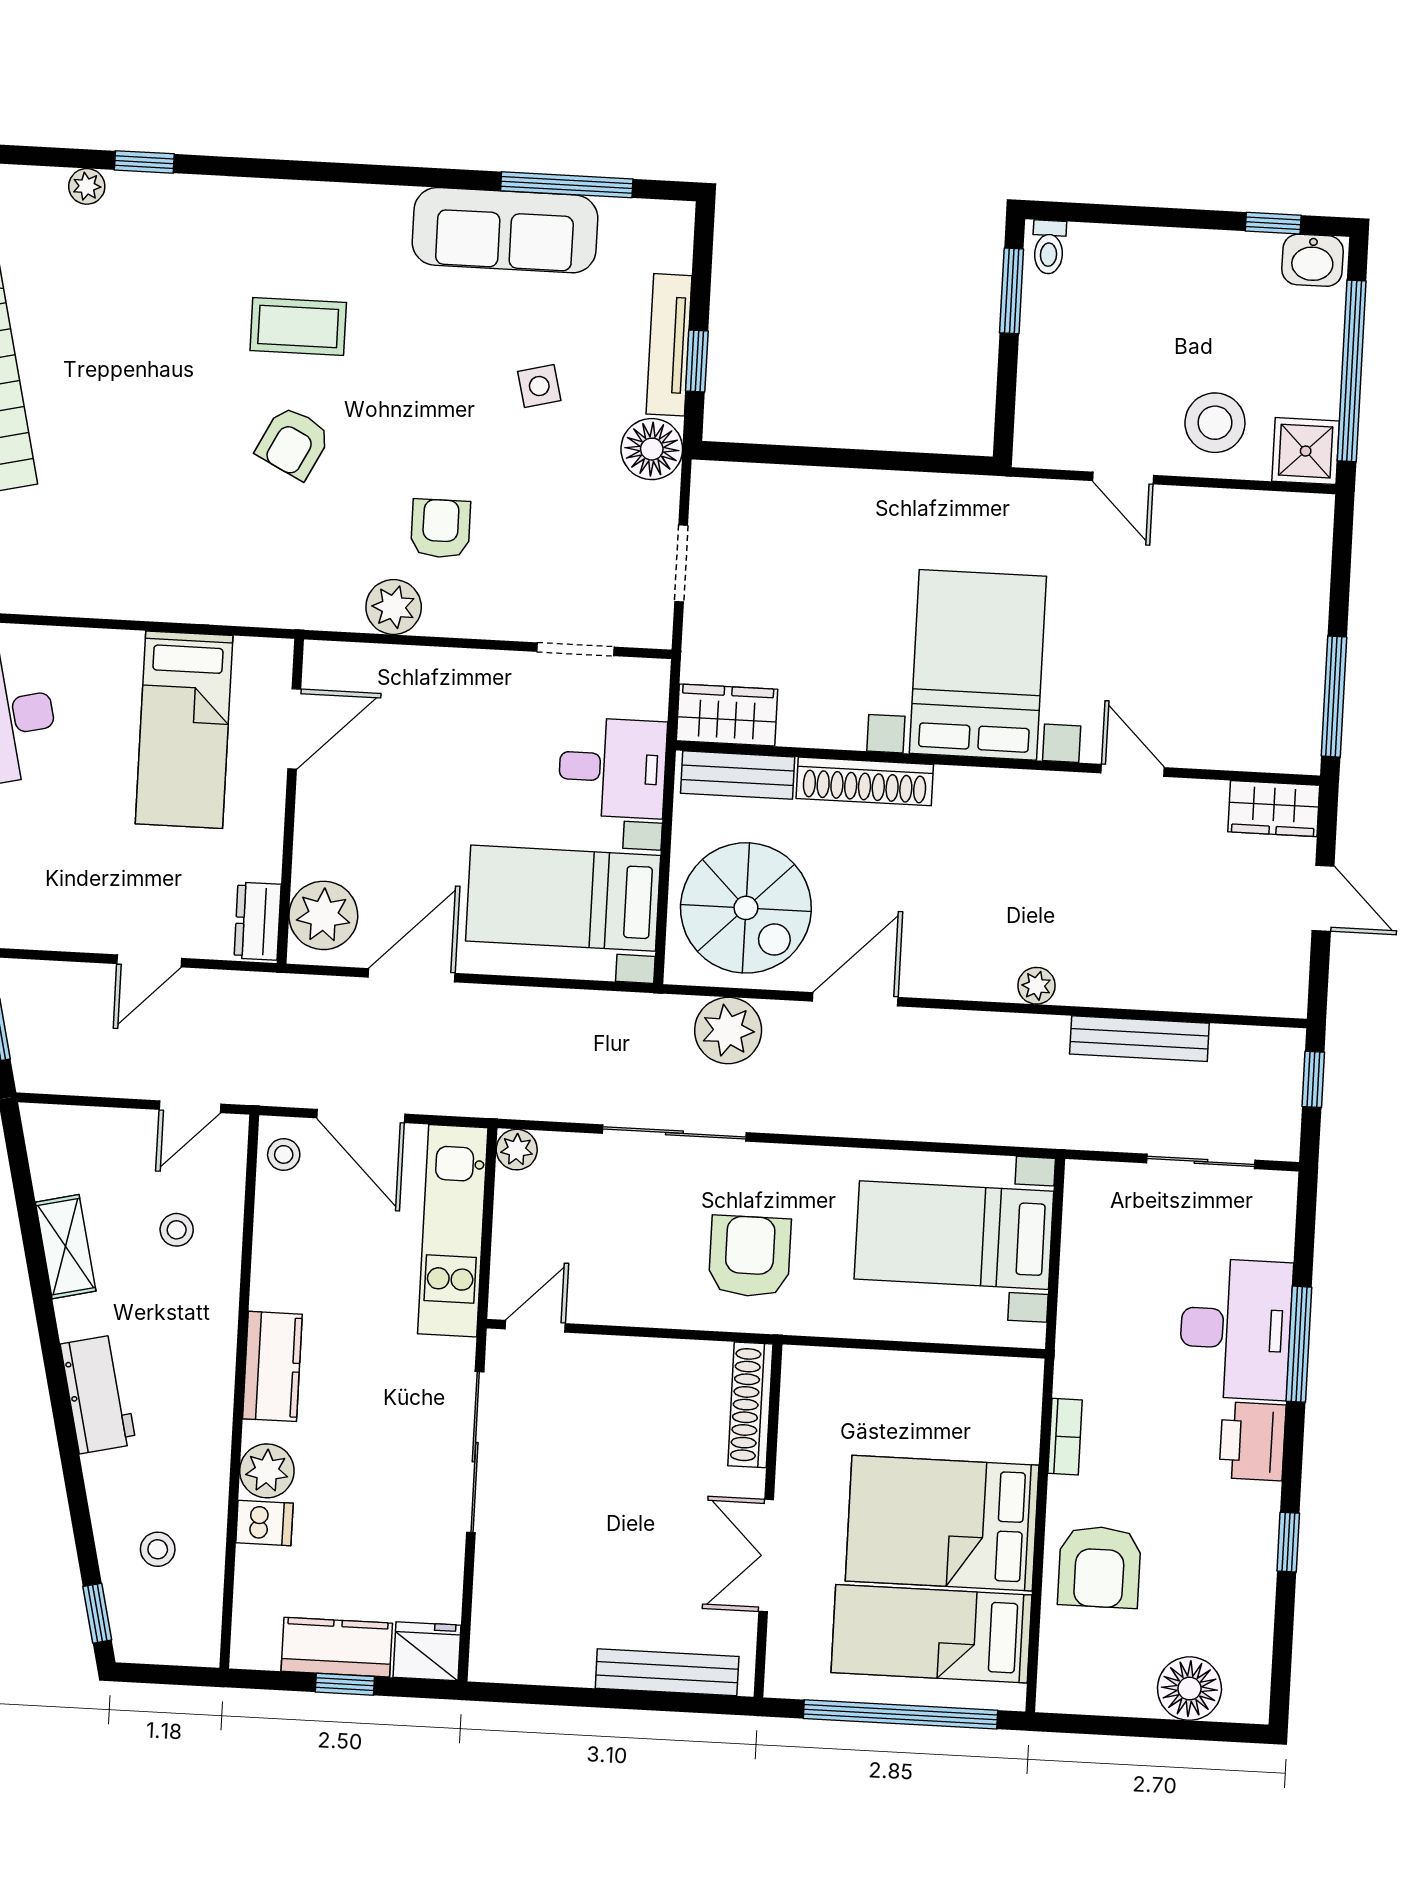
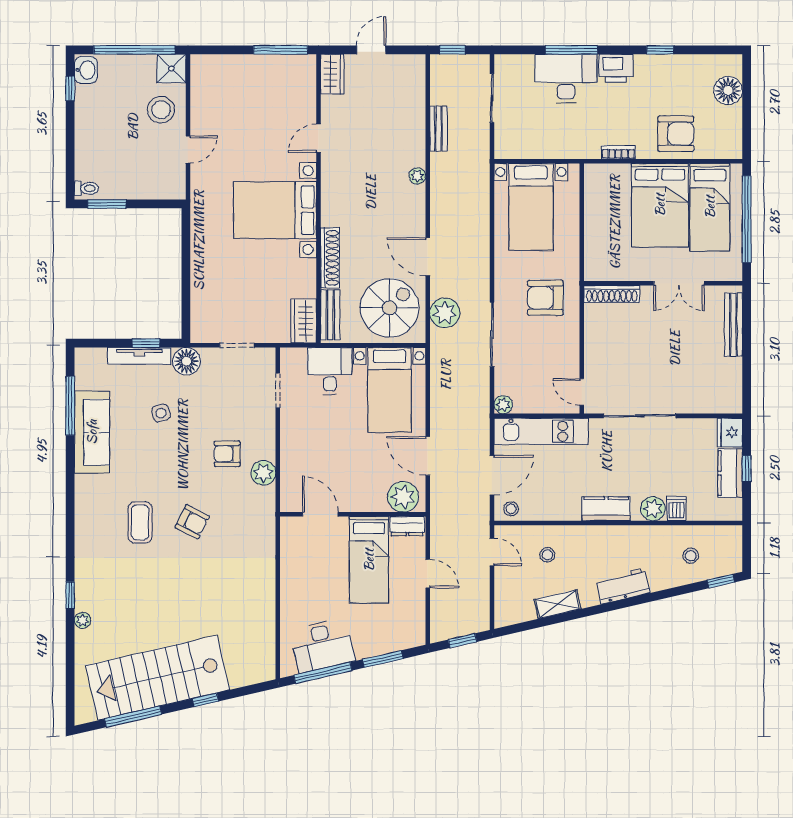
bed: (184, 730) -> (369, 560), moved, turned 90
bench: (1139, 1039) -> (438, 129), width x0.73

